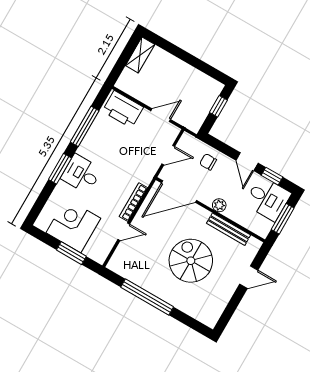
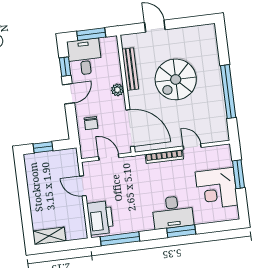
window: (85, 126) -> (120, 239), moved
desk: (81, 174) -> (173, 212), width x1.37

